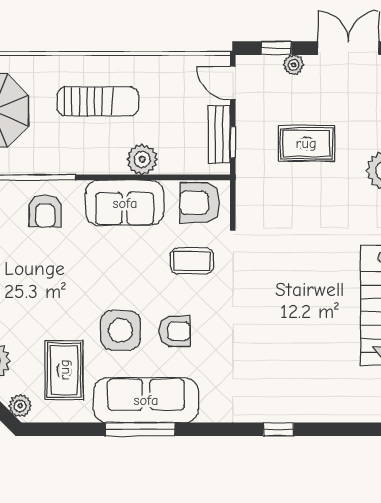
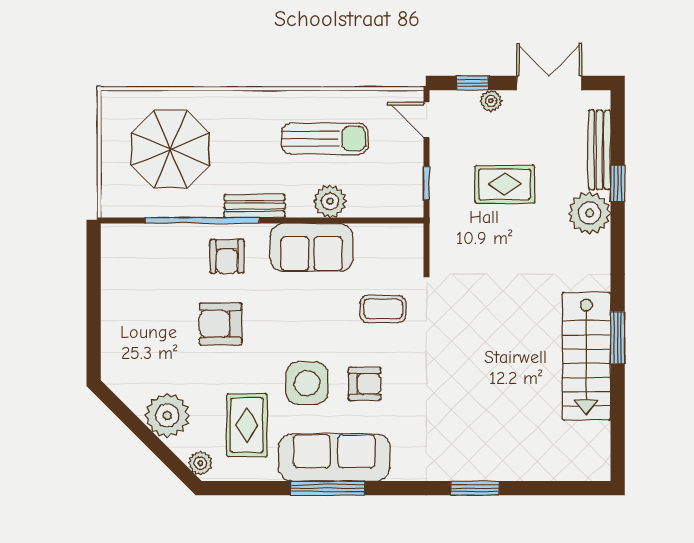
sun lounger: (98, 101) -> (325, 139), moved
bench: (219, 134) -> (254, 206), moved, turned 90
armchair: (200, 203) -> (221, 324), moved
window: (279, 429) -> (475, 488), width x1.50

